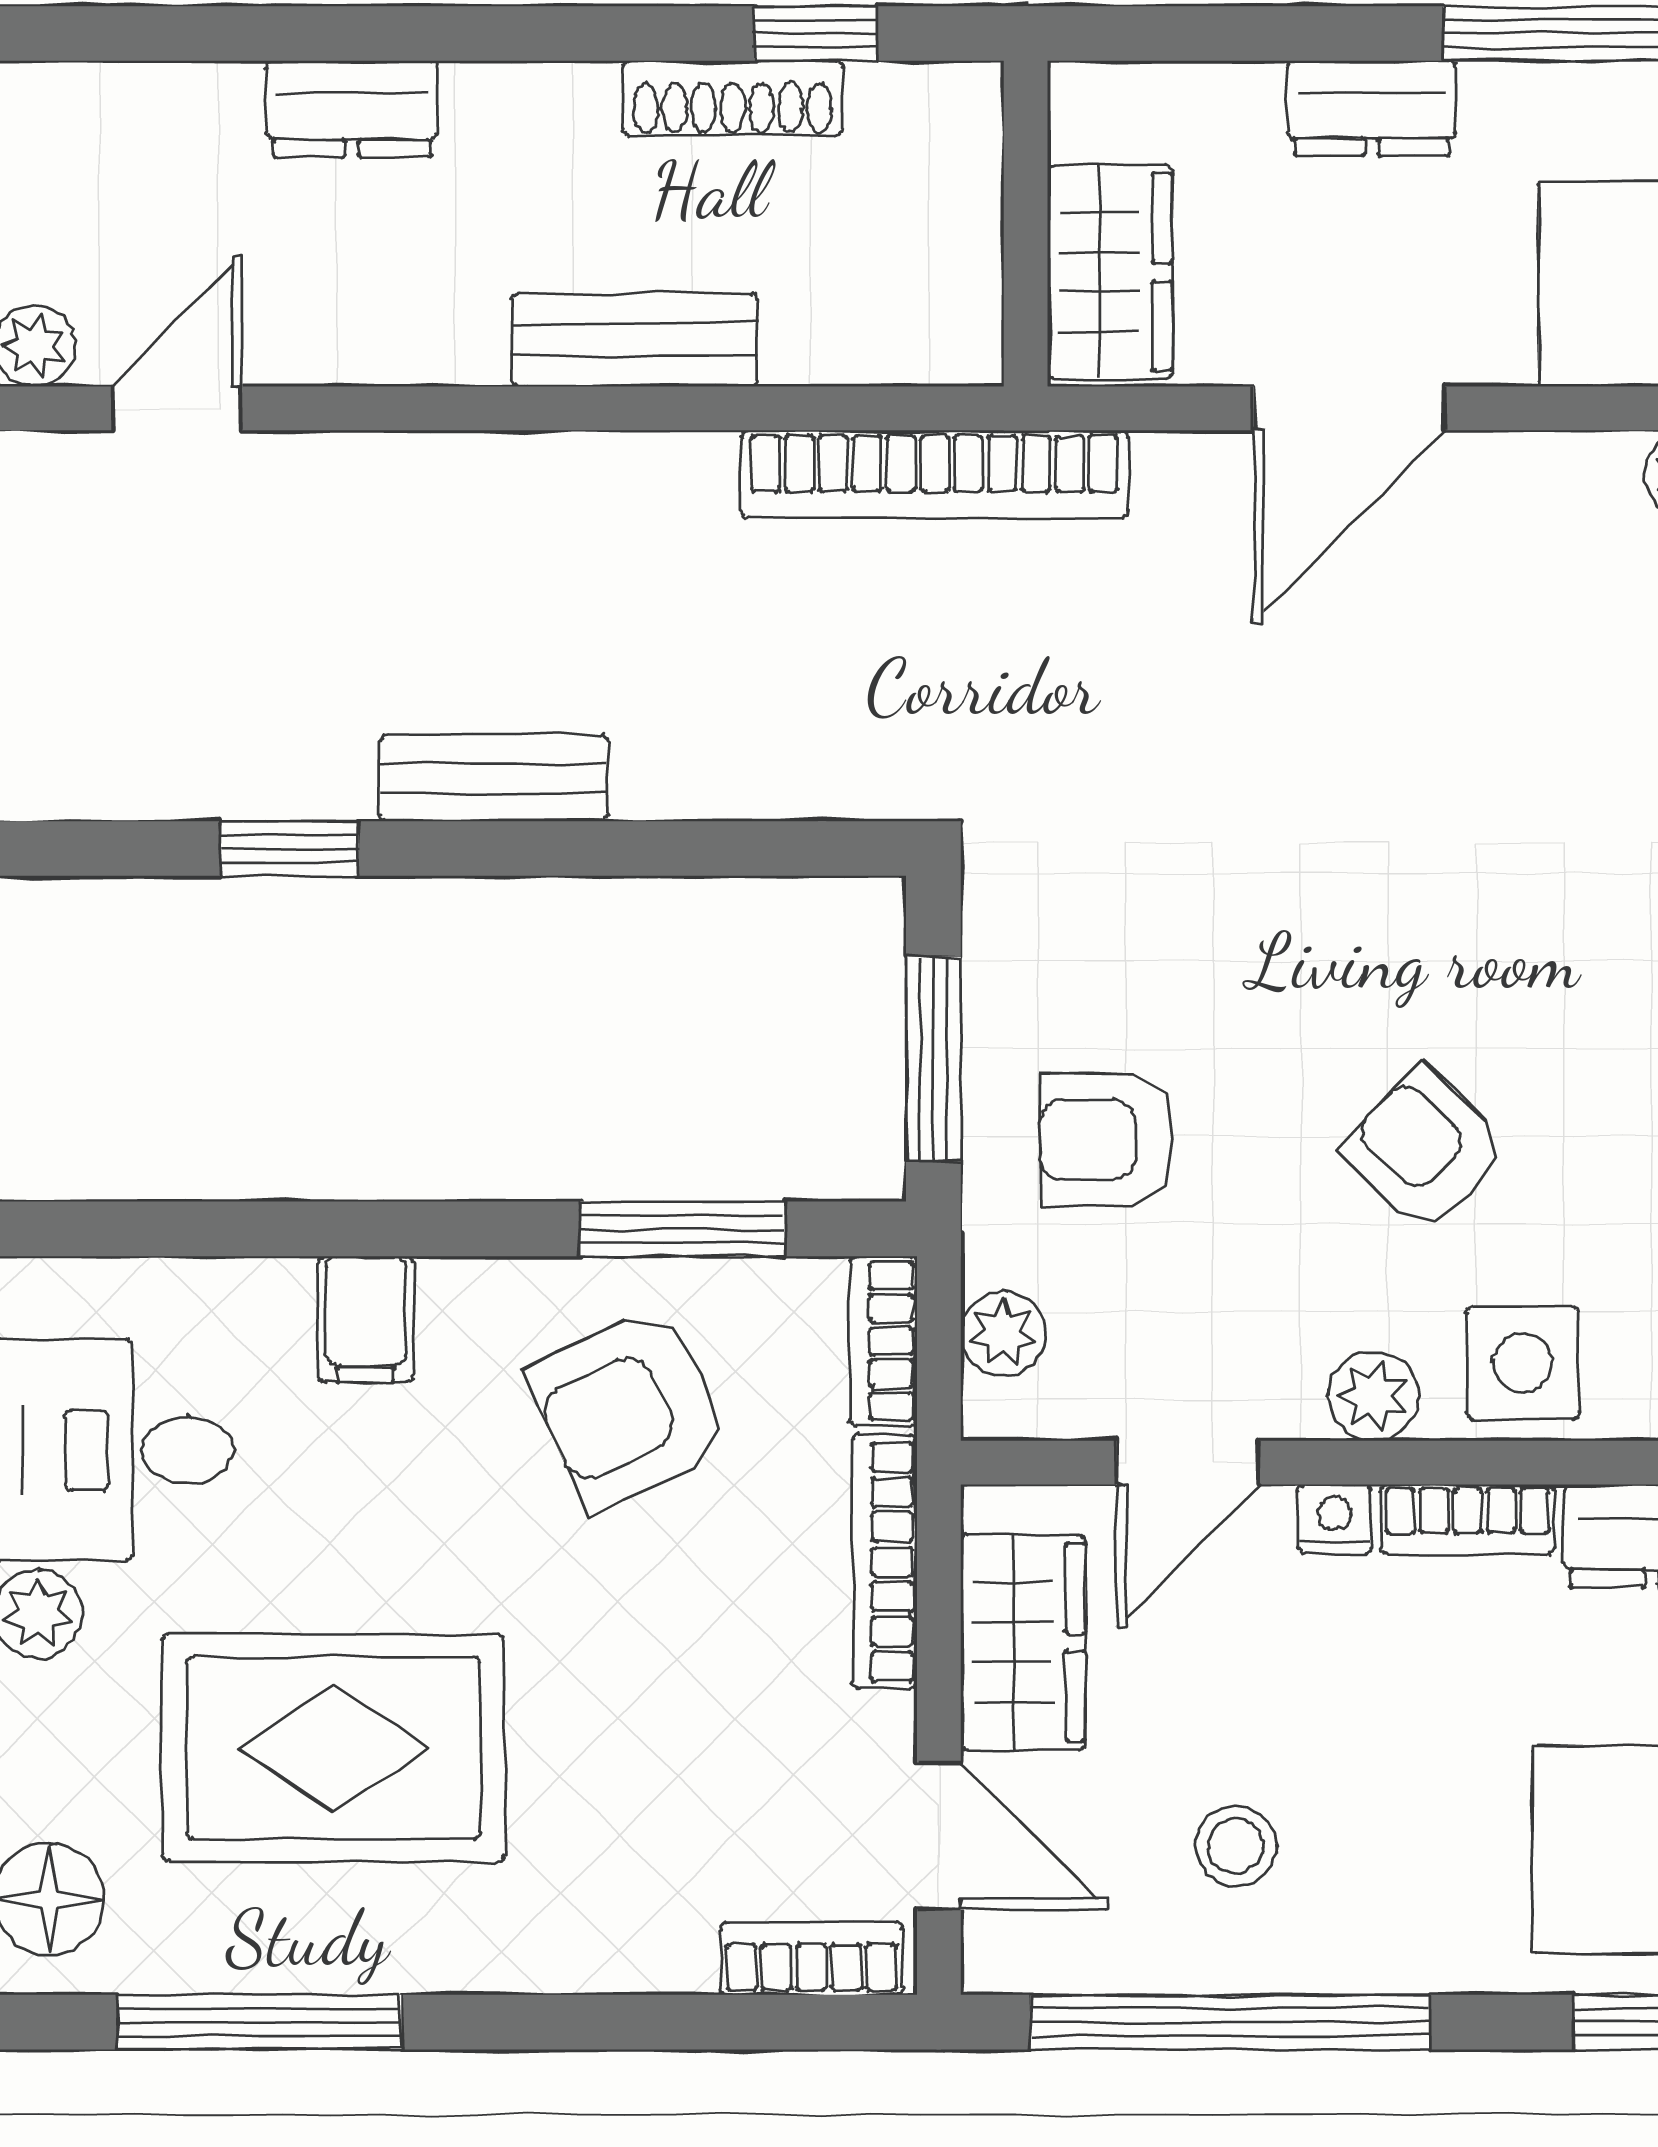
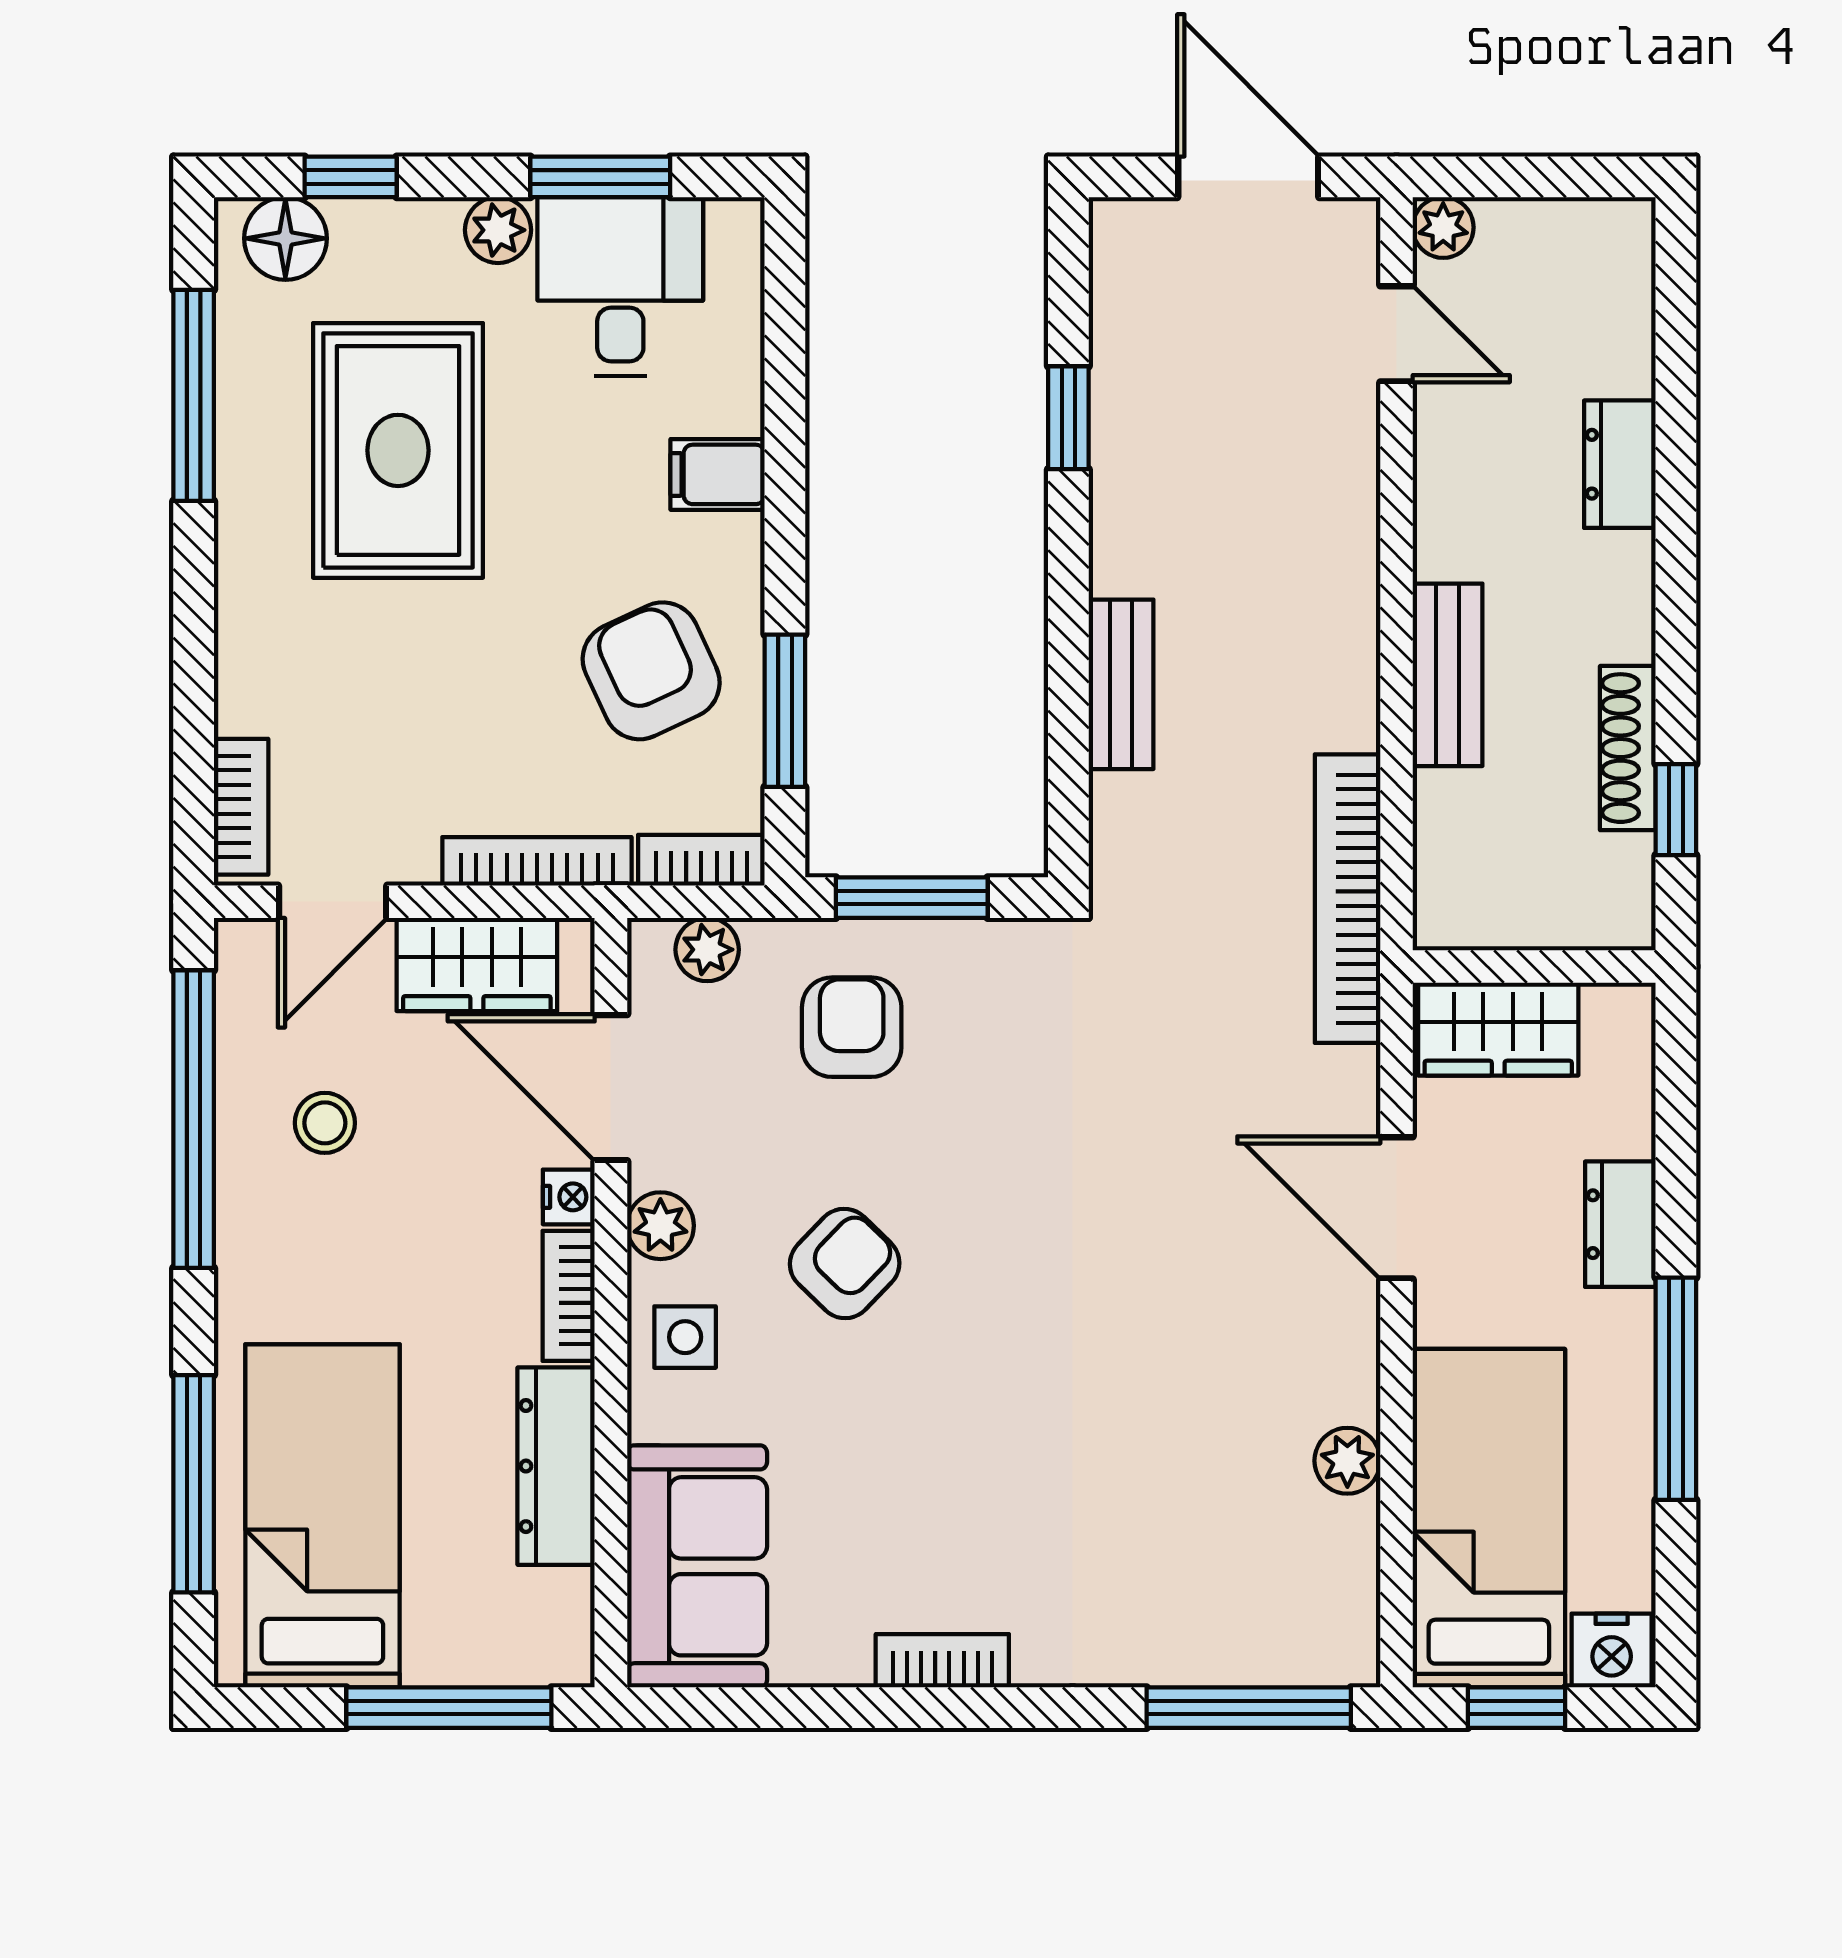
bench: (494, 778) -> (1121, 684), moved
side table: (1523, 1363) -> (685, 1337), width x0.73, depth x0.73
door: (1188, 1463) -> (611, 1088), width x1.38

